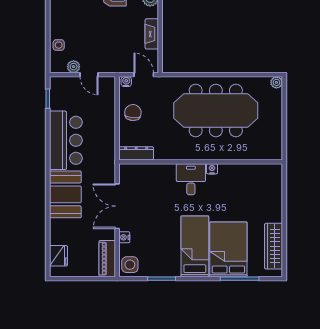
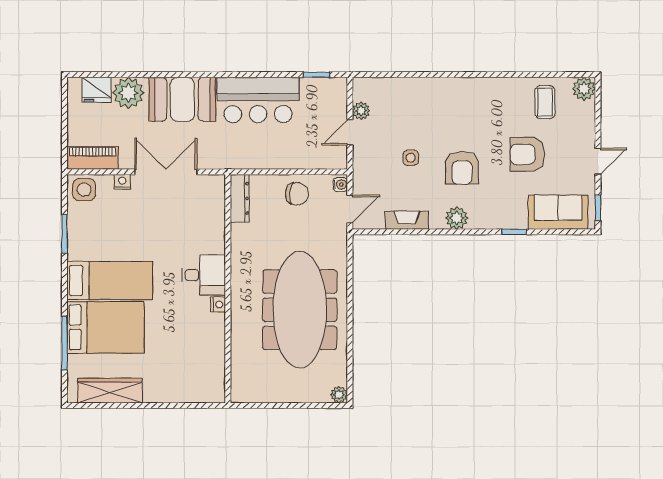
side table: (59, 45) -> (411, 158), moved
plant: (61, 233) -> (128, 93), added

